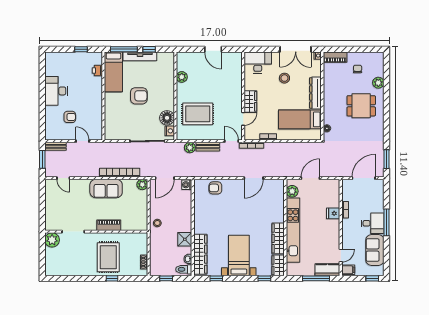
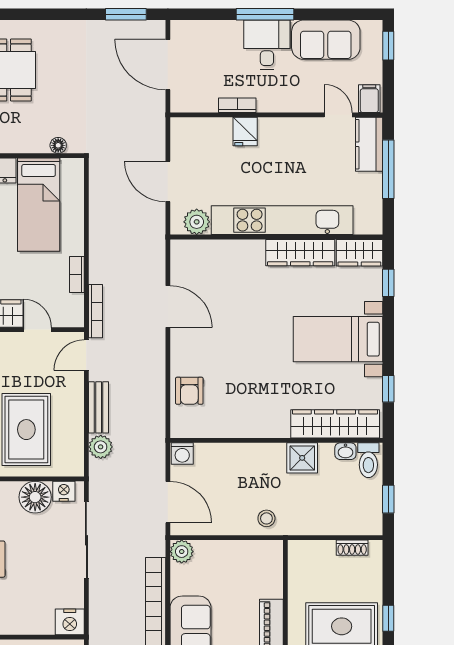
nightstand: (110, 134) -> (70, 622), added

